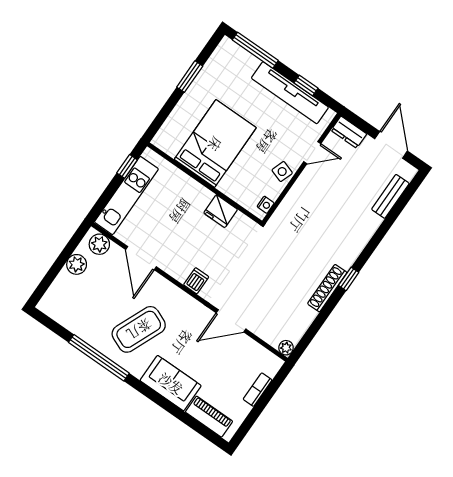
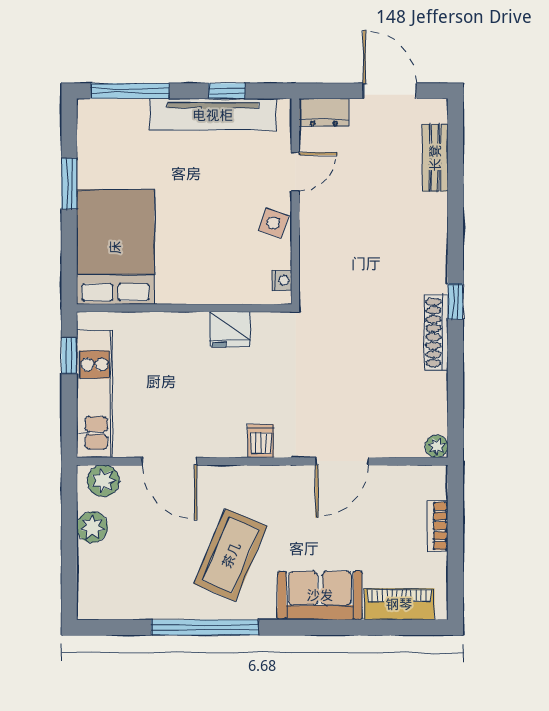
bed: (215, 144) -> (115, 247), moved

